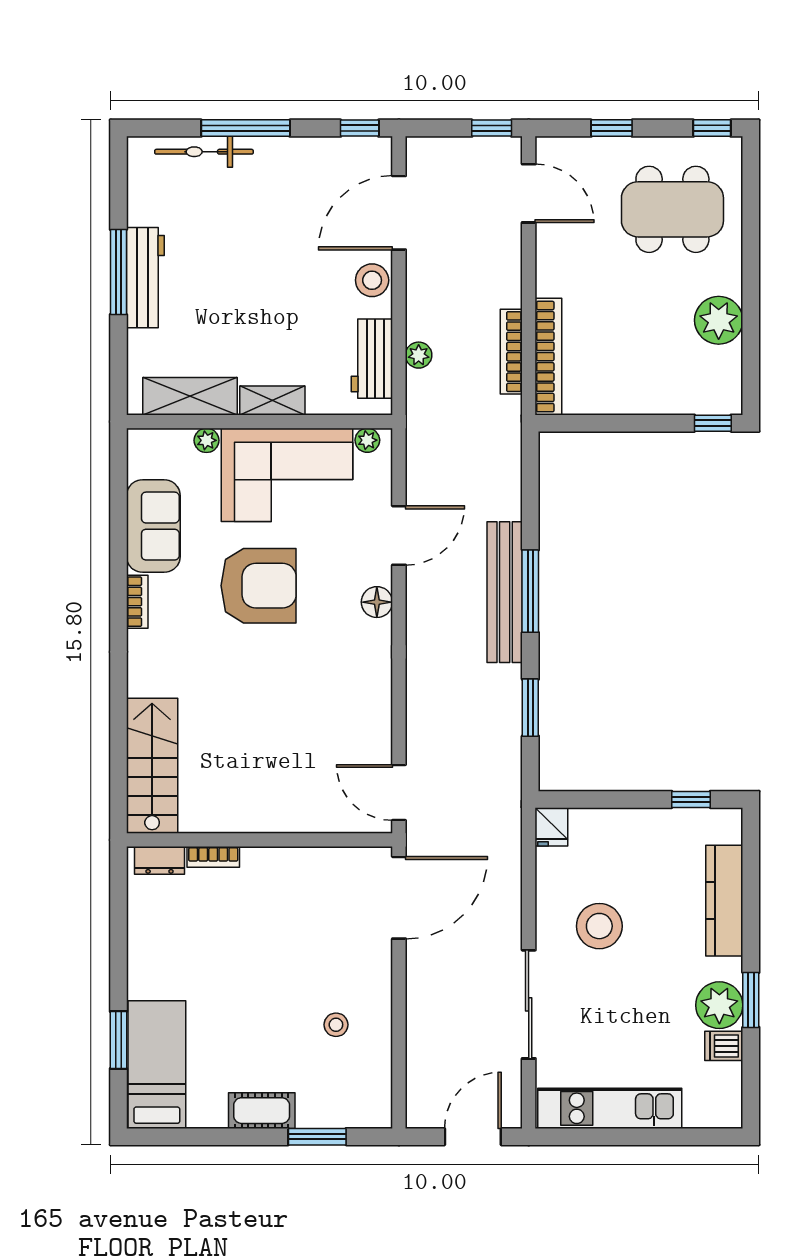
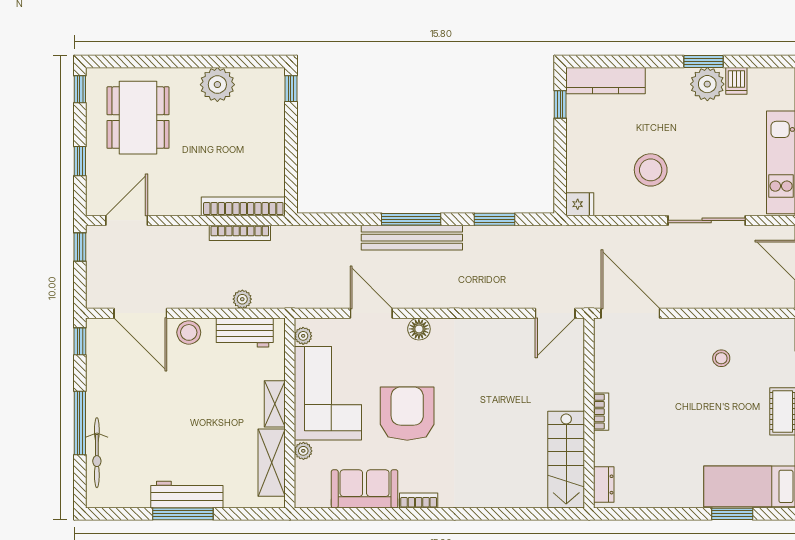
stairs: (152, 766) -> (566, 460), moved, turned -90
bookcase: (213, 857) -> (601, 412), moved
kitchen counter: (724, 901) -> (606, 81), moved

